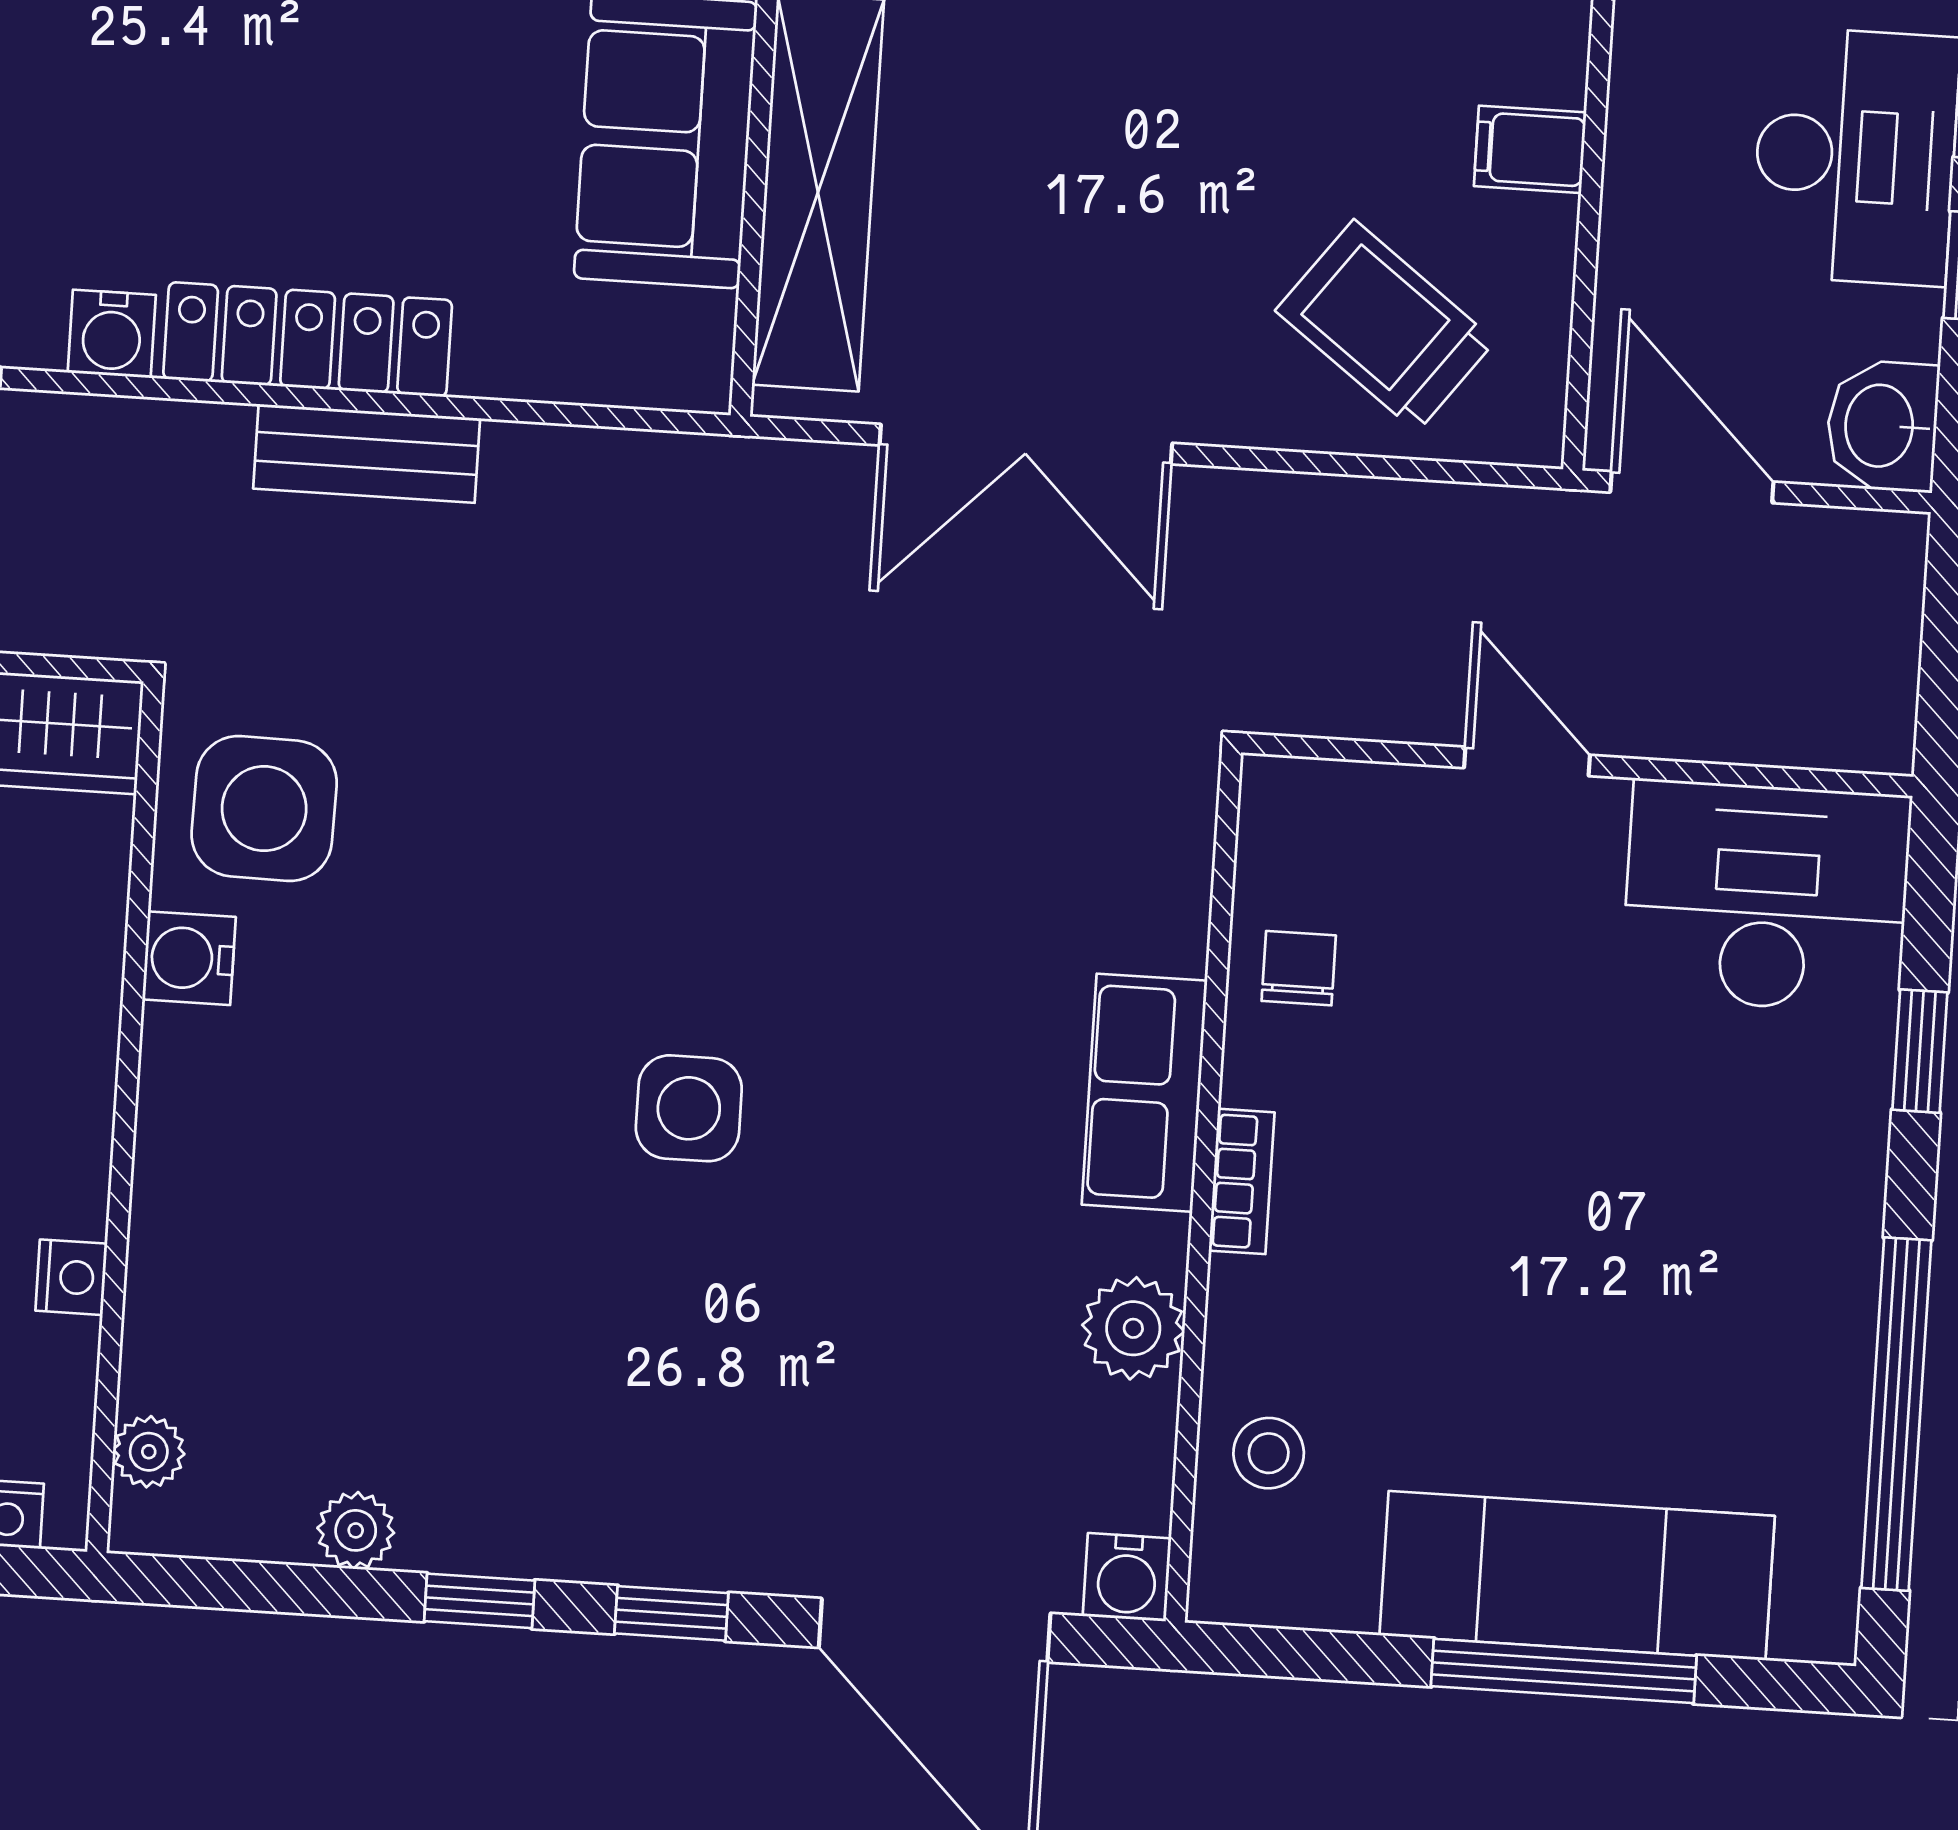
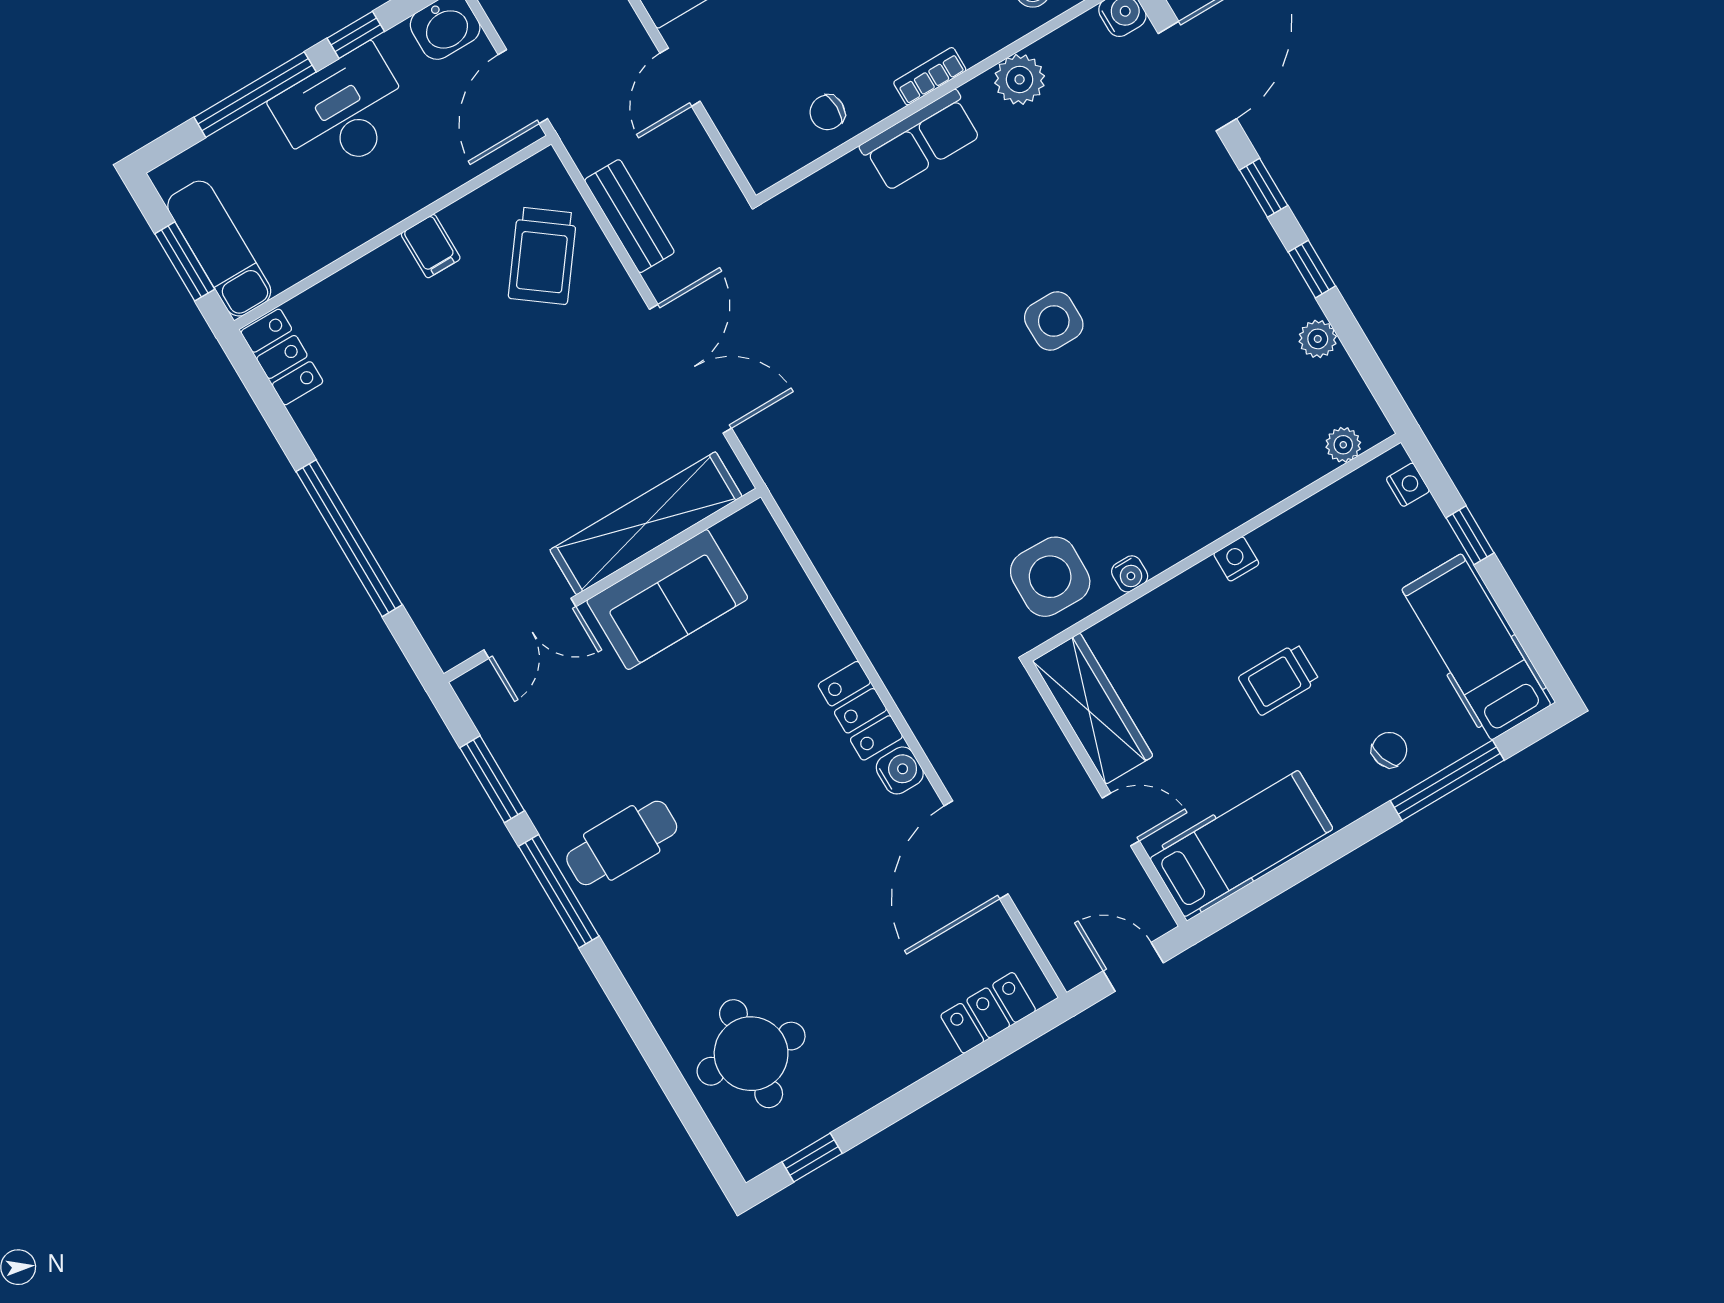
locker: (308, 339) -> (860, 711), width x0.66
bench: (367, 453) -> (629, 216), moved
water cooler: (189, 958) -> (1130, 574), width x0.72, depth x0.72
nightstand: (71, 1277) -> (1236, 559), moved

